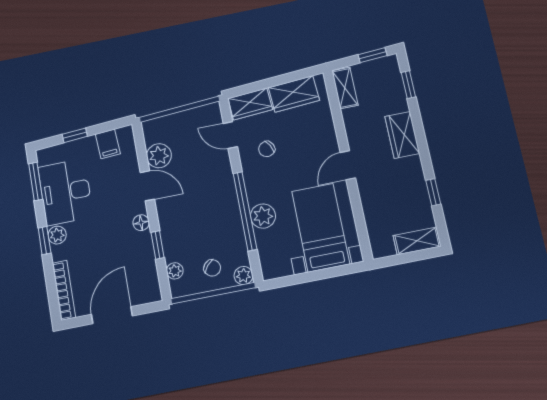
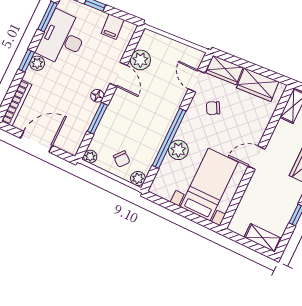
window: (158, 245) -> (97, 118), width x1.50
plant: (175, 271) -> (90, 157), moved

